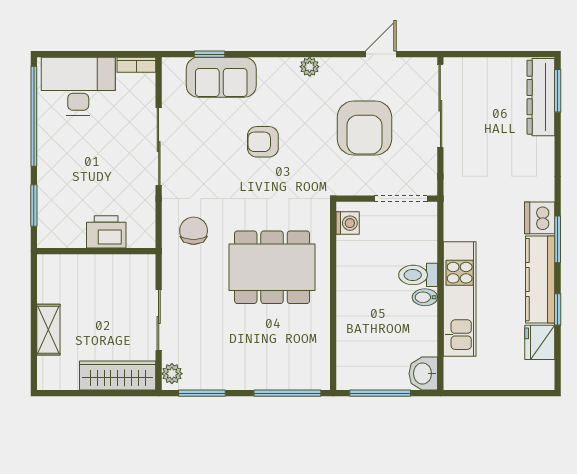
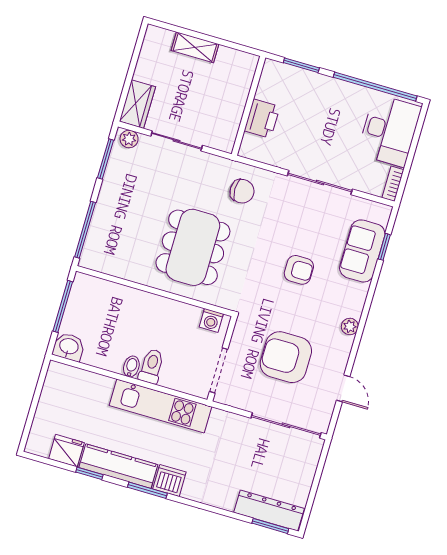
armchair: (263, 142) -> (299, 270), turned 90
kitchen unit: (460, 299) -> (161, 406), moved
wardrobe: (118, 376) -> (137, 104), width x0.67

